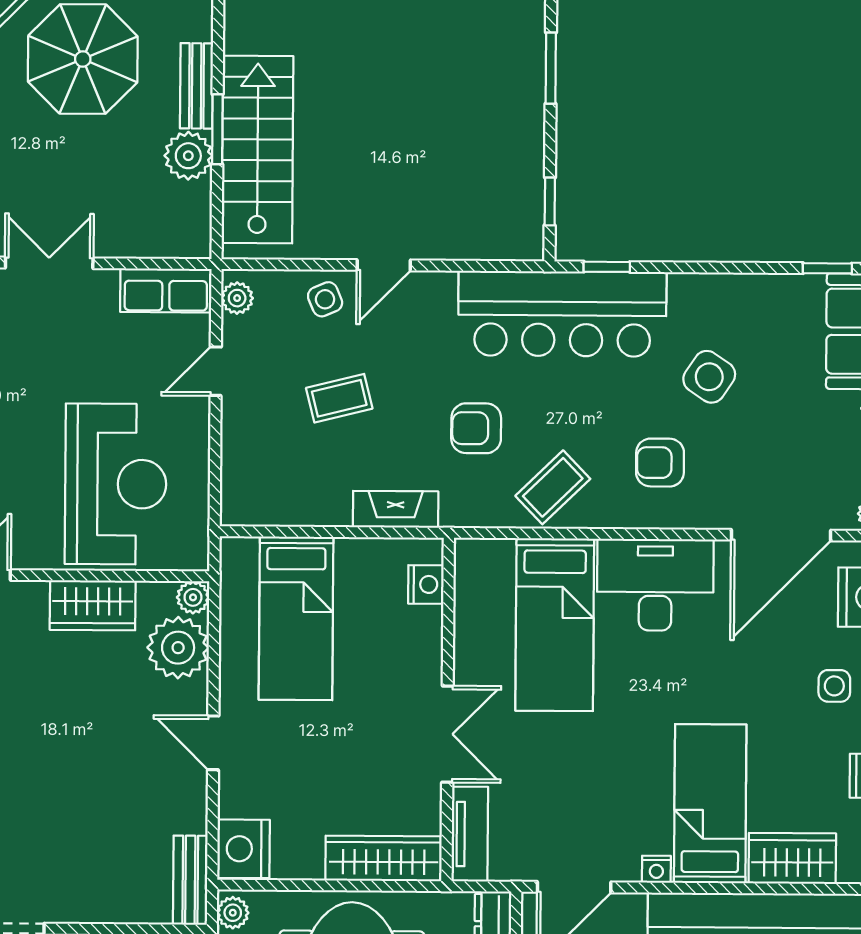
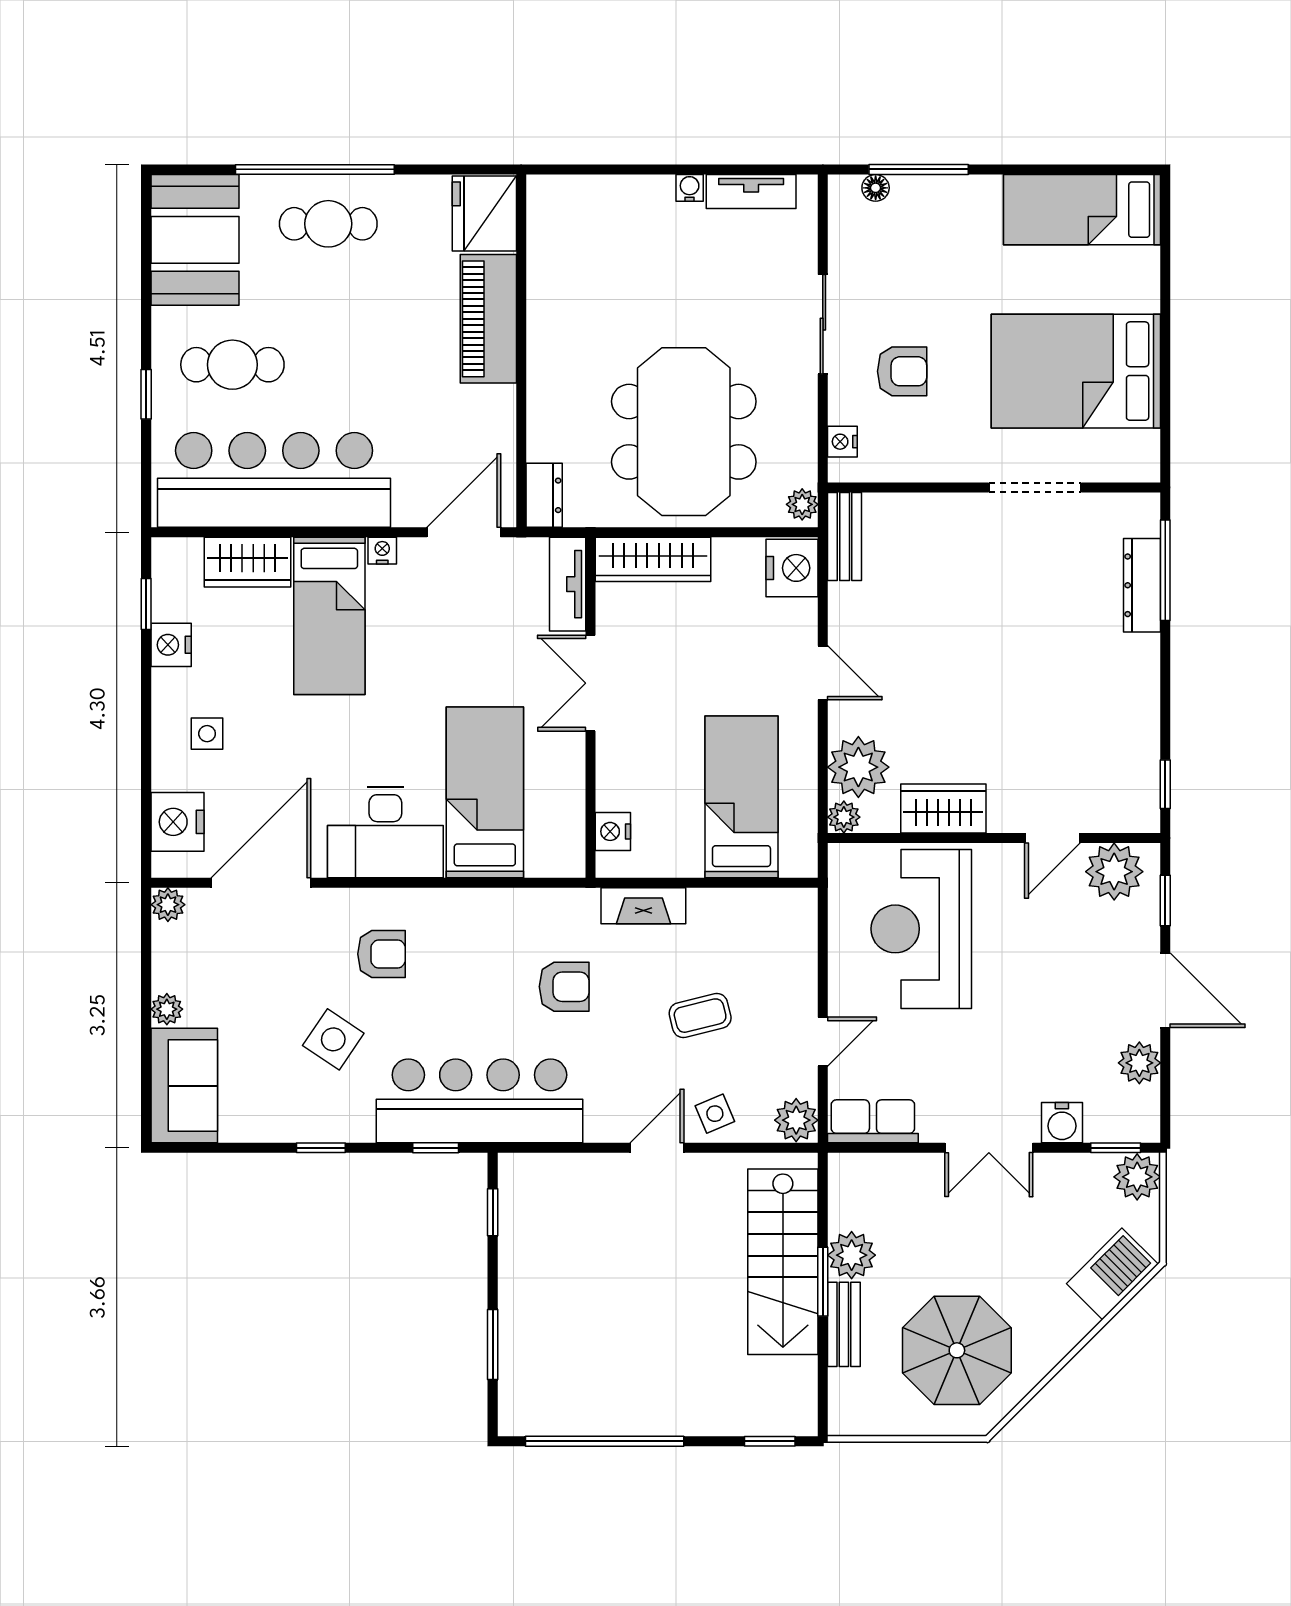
window: (827, 268) -> (321, 1148), moved
plant: (237, 298) -> (796, 1120), width x1.38, depth x1.38
coffee table: (553, 487) -> (488, 929), removed

